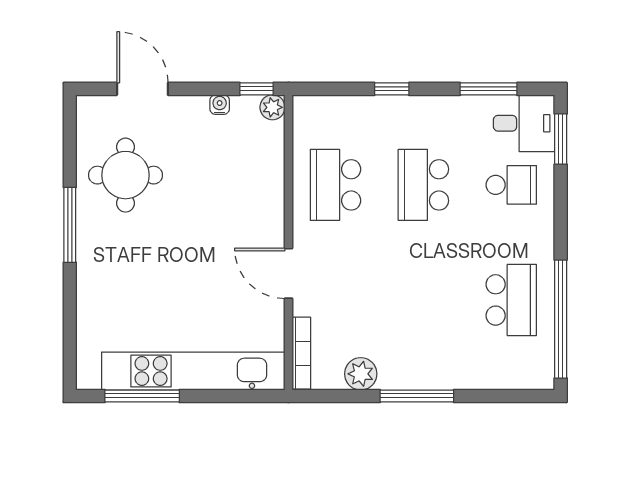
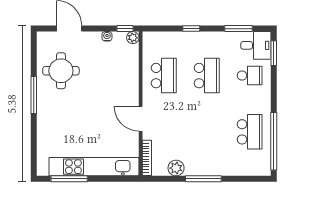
school desk: (336, 185) -> (164, 76), turned 180
school desk: (423, 185) -> (207, 76), turned 180

